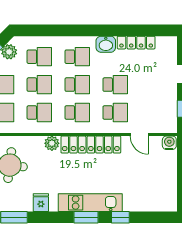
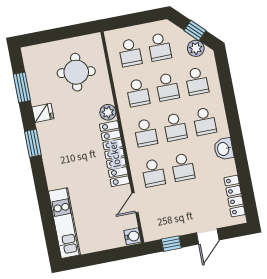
locker: (136, 43) -> (235, 196), moved
kitchen unit: (90, 203) -> (64, 223), moved
window: (86, 217) -> (33, 143), moved
window: (120, 217) -> (44, 200), removed

